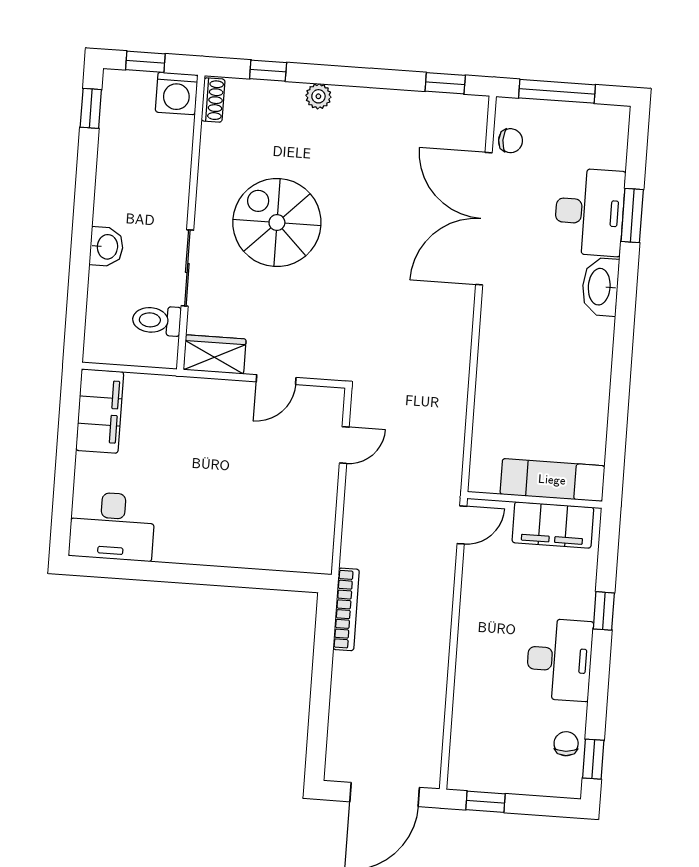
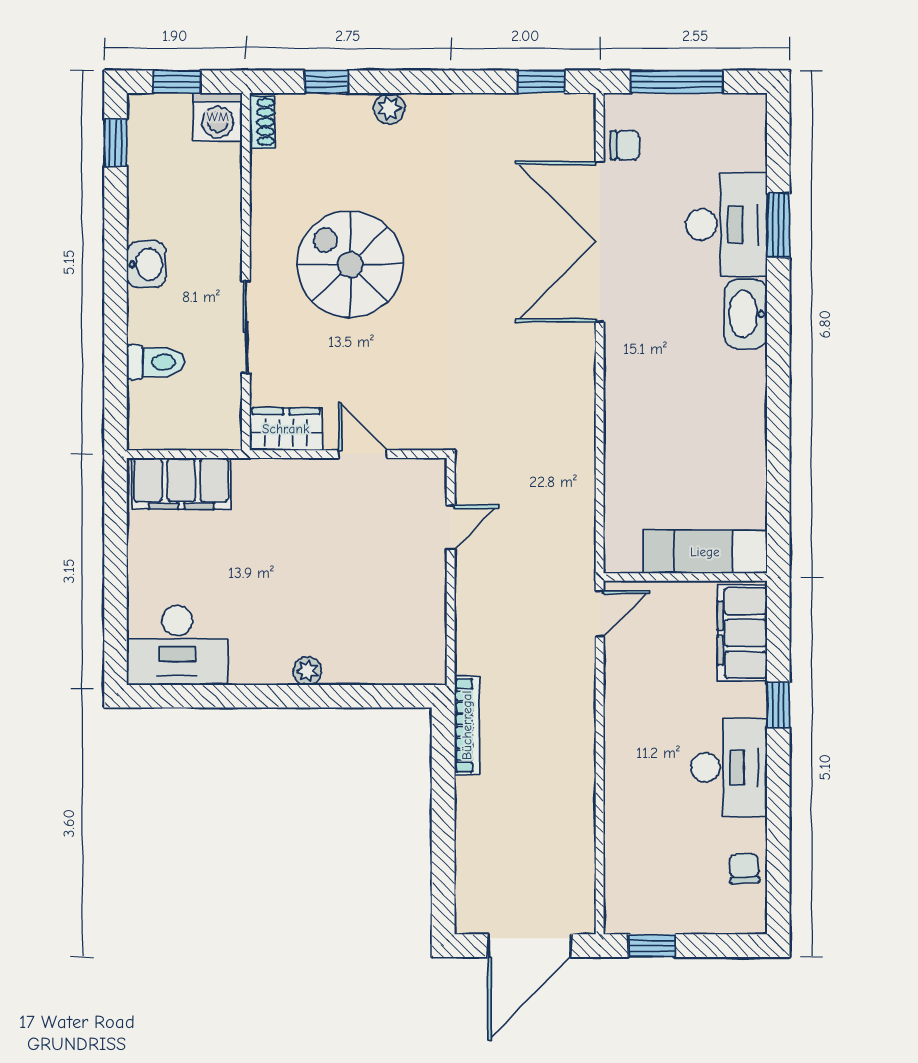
washbasin: (106, 247) -> (146, 264), moved
toilet: (157, 320) -> (156, 362), moved, turned 180
door: (276, 380) -> (363, 454), swing flipped
filing cabinet: (100, 411) -> (181, 484), moved, turned 90
filing cabinet: (553, 525) -> (742, 633), moved, turned 90
plant: (218, 555) -> (307, 671), added
window: (593, 759) -> (778, 885), removed

